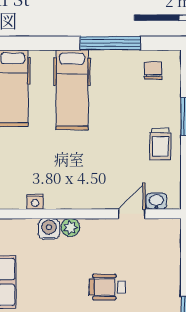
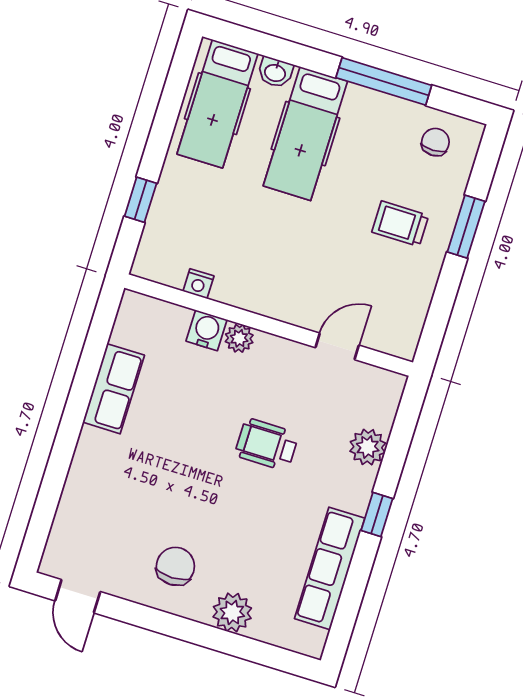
trolley: (160, 144) -> (400, 224), moved, turned 90
washbasin: (156, 201) -> (275, 72), moved, turned 180
plant: (169, 270) -> (368, 447), added

